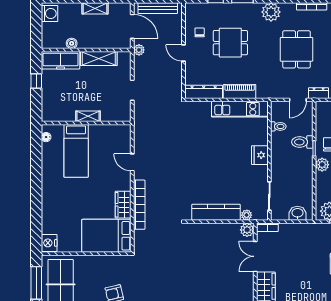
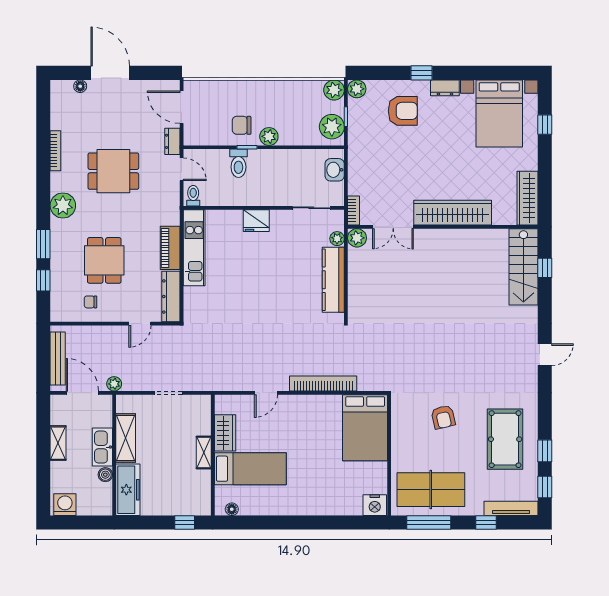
door: (132, 26) -> (82, 393), hinge flipped
kitchen sink: (92, 41) -> (102, 447), added
door: (184, 53) -> (140, 324), moved
window: (36, 81) -> (185, 523), moved
toilet: (278, 126) -> (193, 196), moved
wardrobe: (123, 205) -> (225, 433), moved, turned -90

